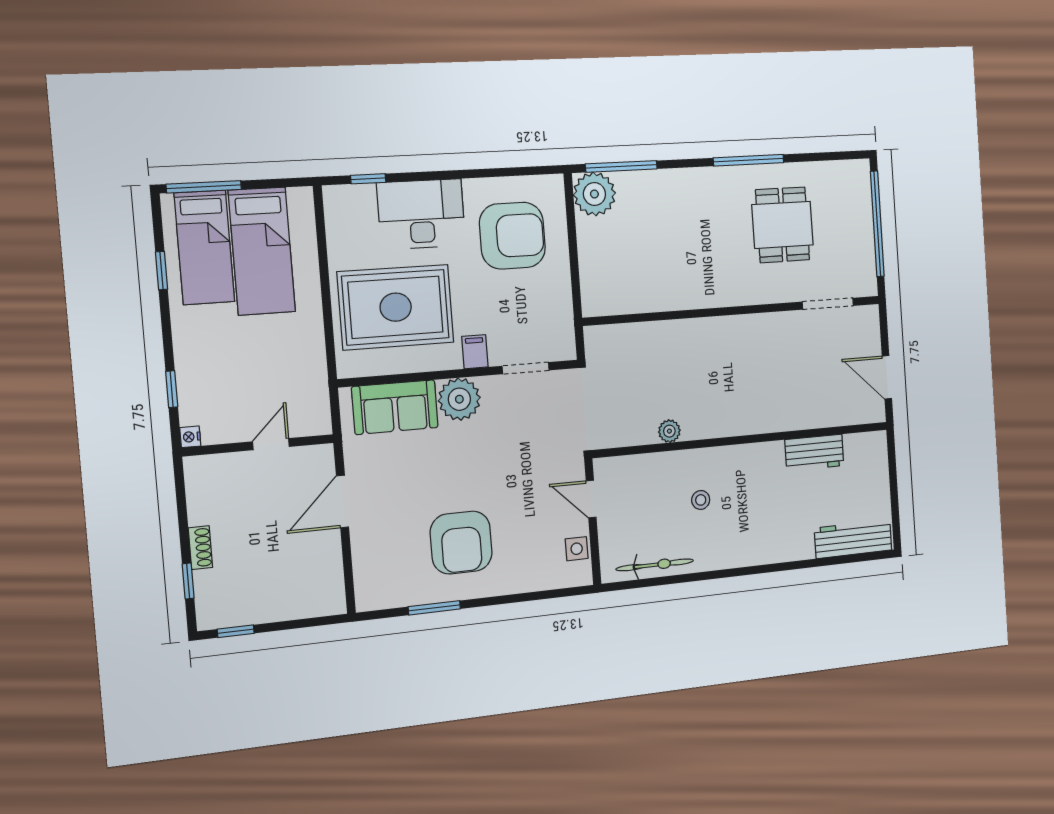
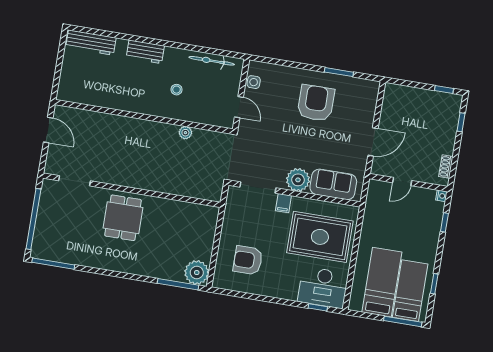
window: (749, 160) -> (53, 264), moved
desk: (421, 214) -> (323, 287), moved
dining table: (783, 225) -> (123, 218), moved
armchair: (512, 236) -> (248, 260), width x0.73, depth x0.73
doorway: (526, 368) -> (258, 187), width x1.38
workbench: (814, 453) -> (145, 52), moved, turned 180
shoe rack: (200, 548) -> (446, 167), moved

